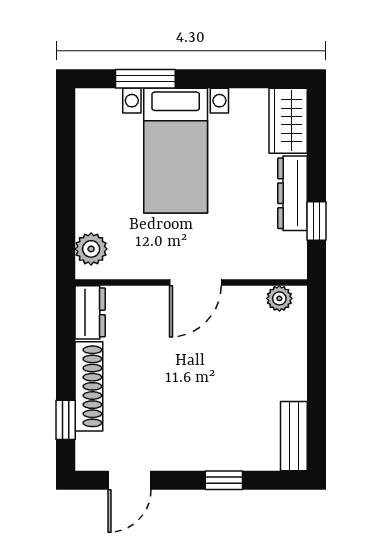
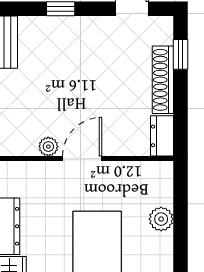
plant: (91, 249) -> (161, 219), moved
plant: (279, 298) -> (48, 147), moved

